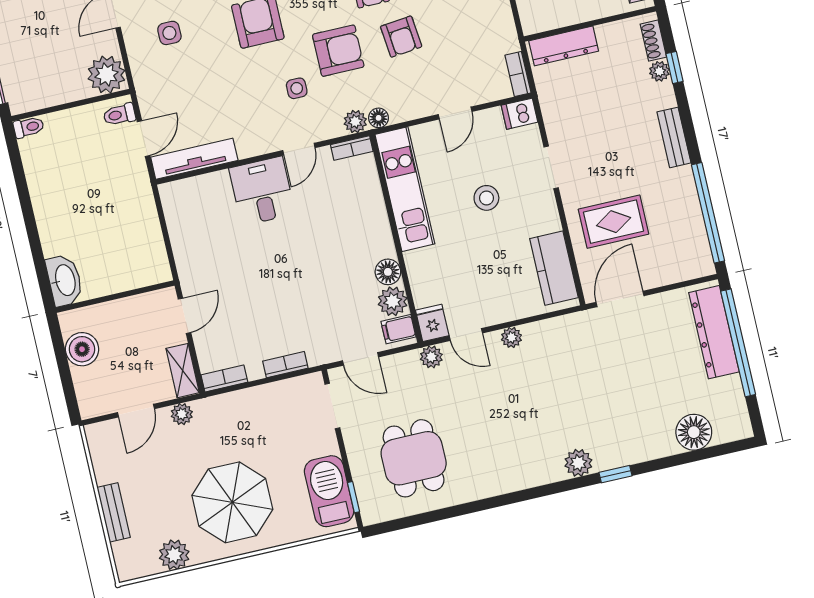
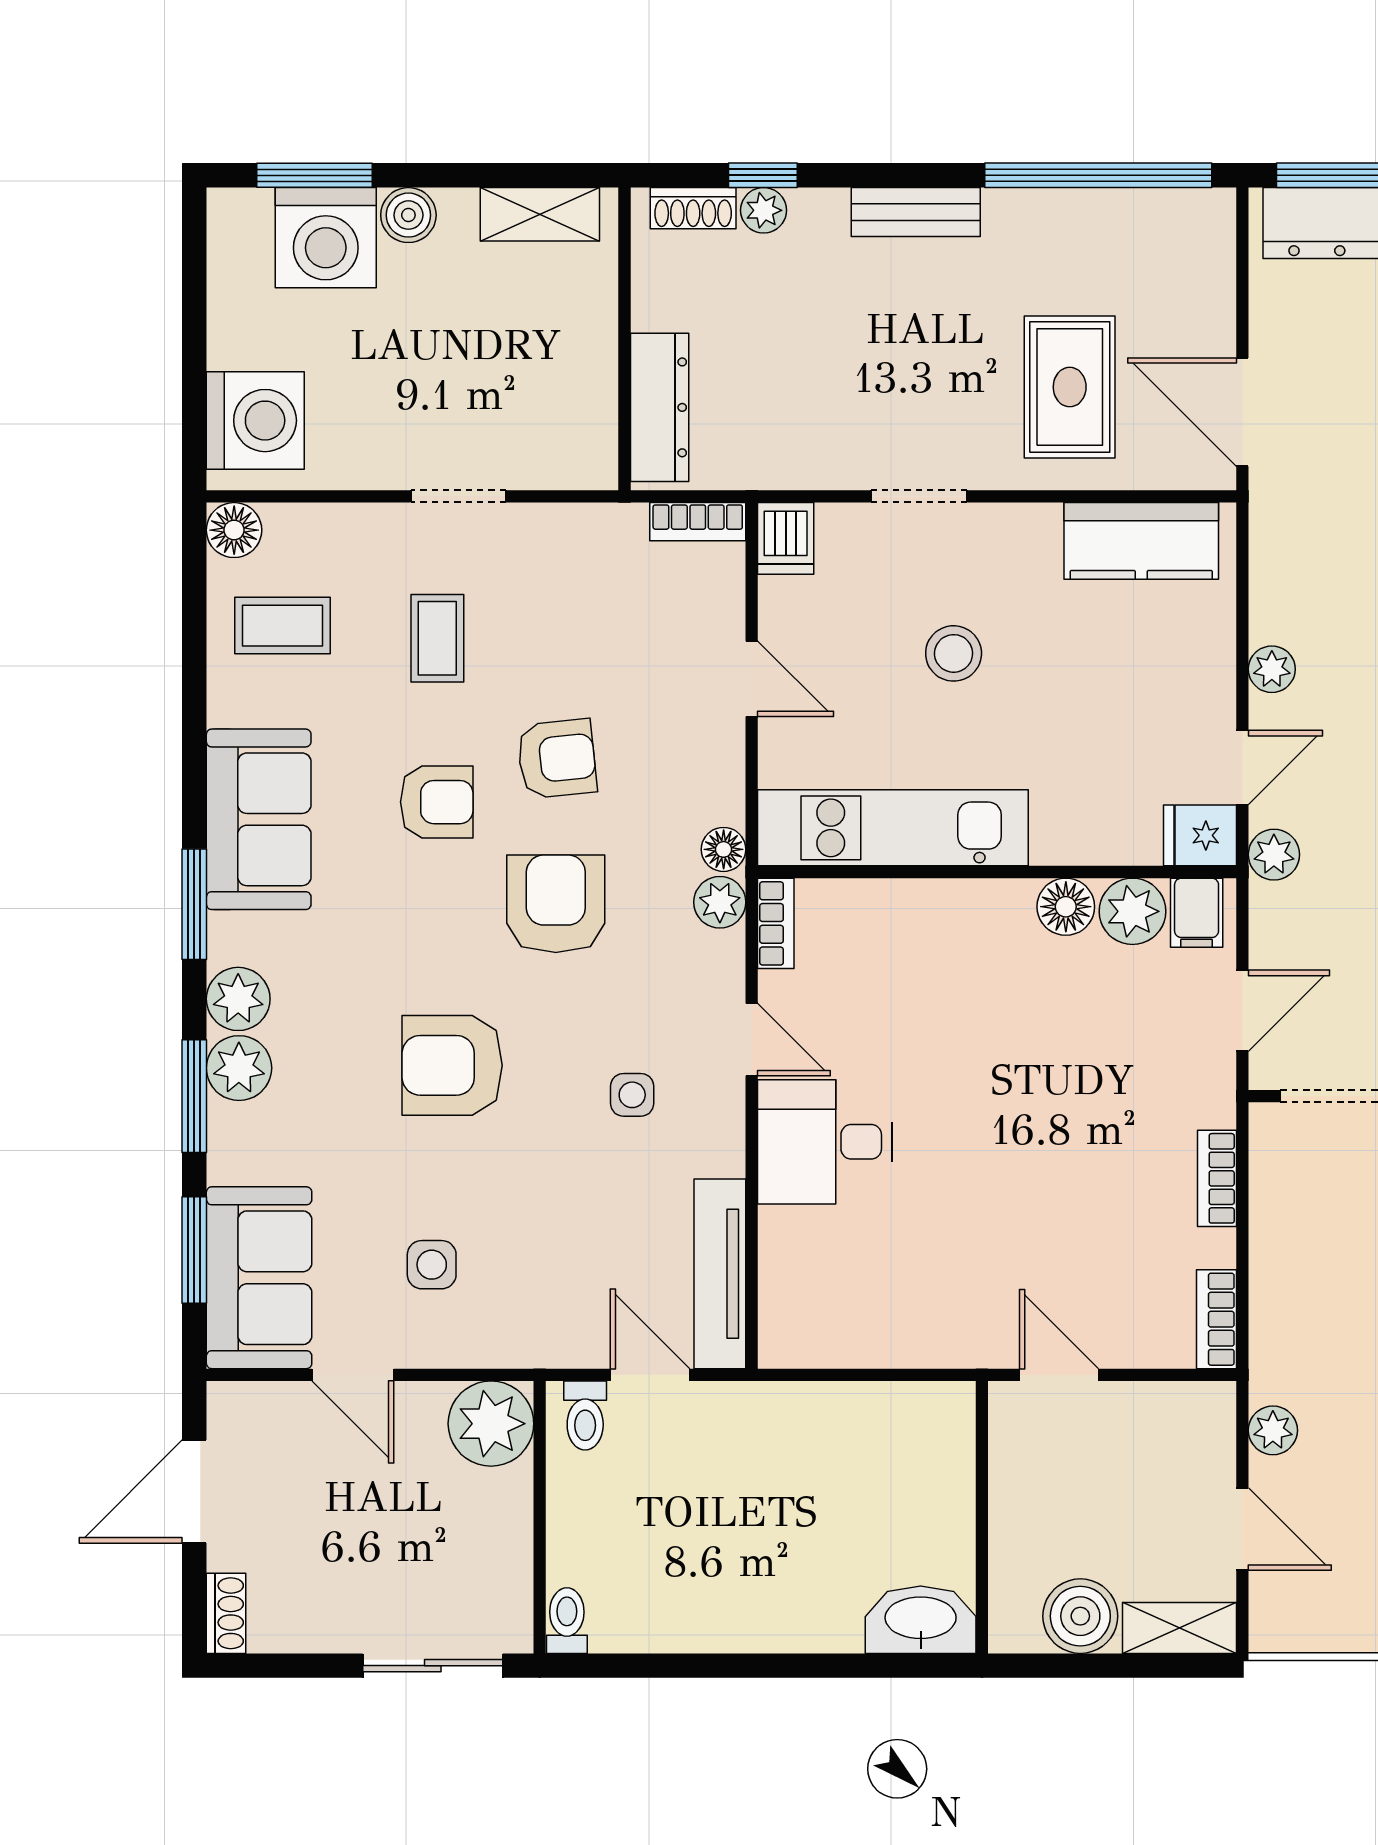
side table: (297, 88) -> (632, 1095), moved
shelving: (183, 371) -> (1179, 1628), moved

